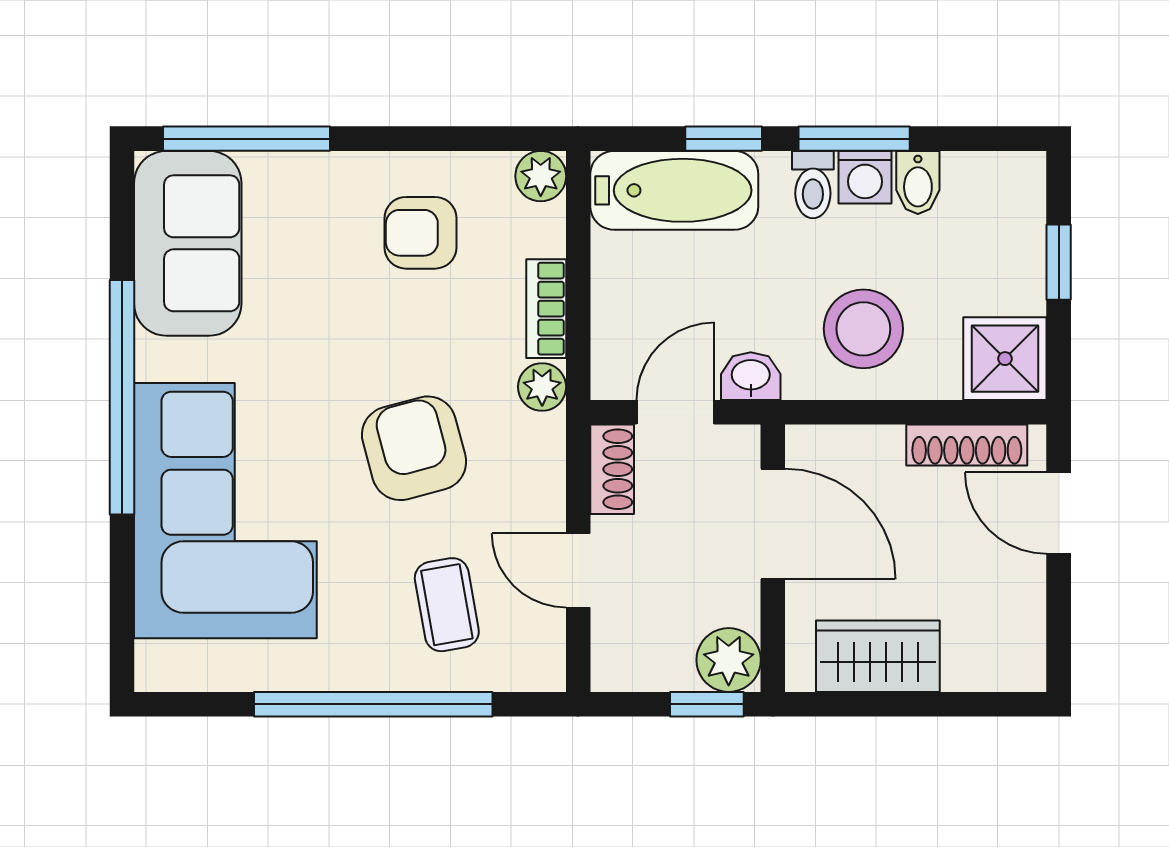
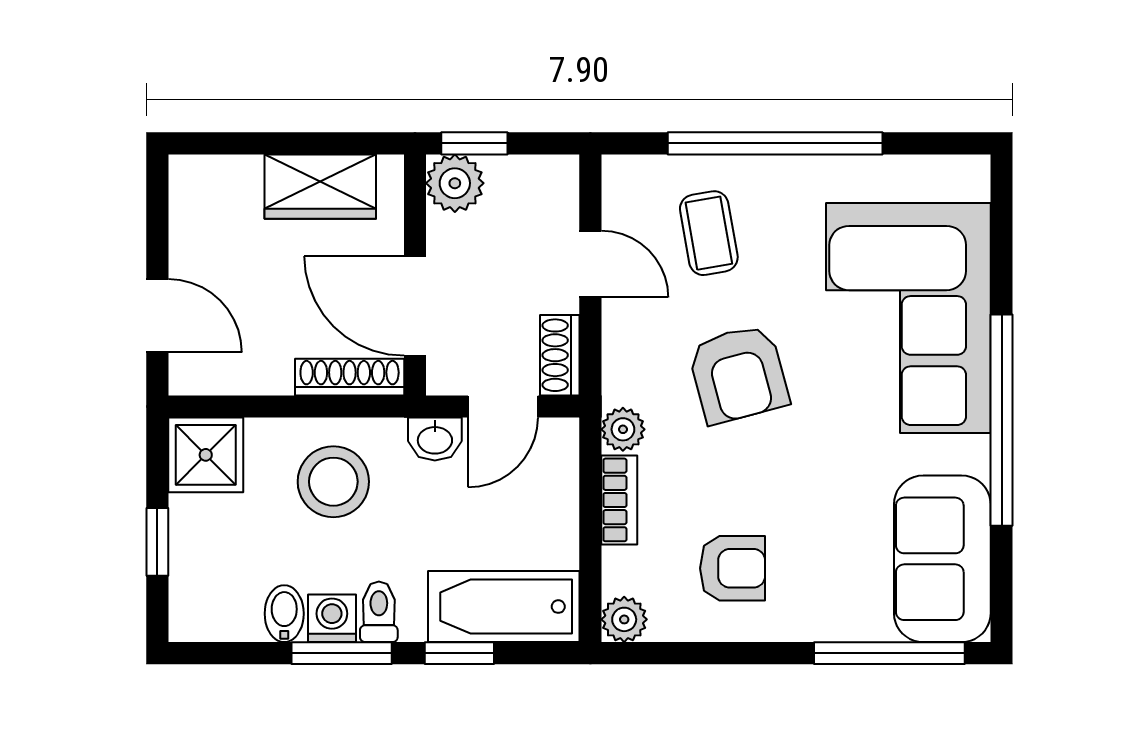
shoe rack: (967, 445) -> (350, 377), moved

